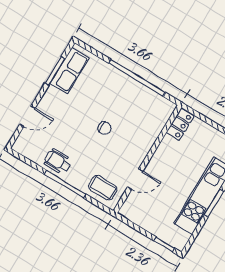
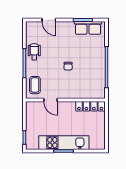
locker: (180, 124) -> (90, 106), width x1.53

